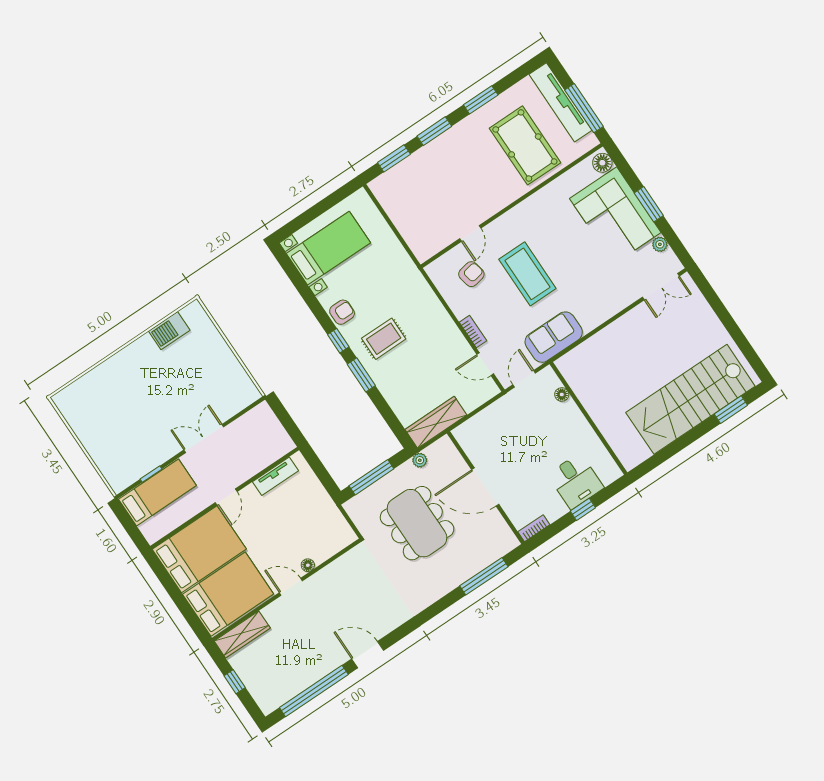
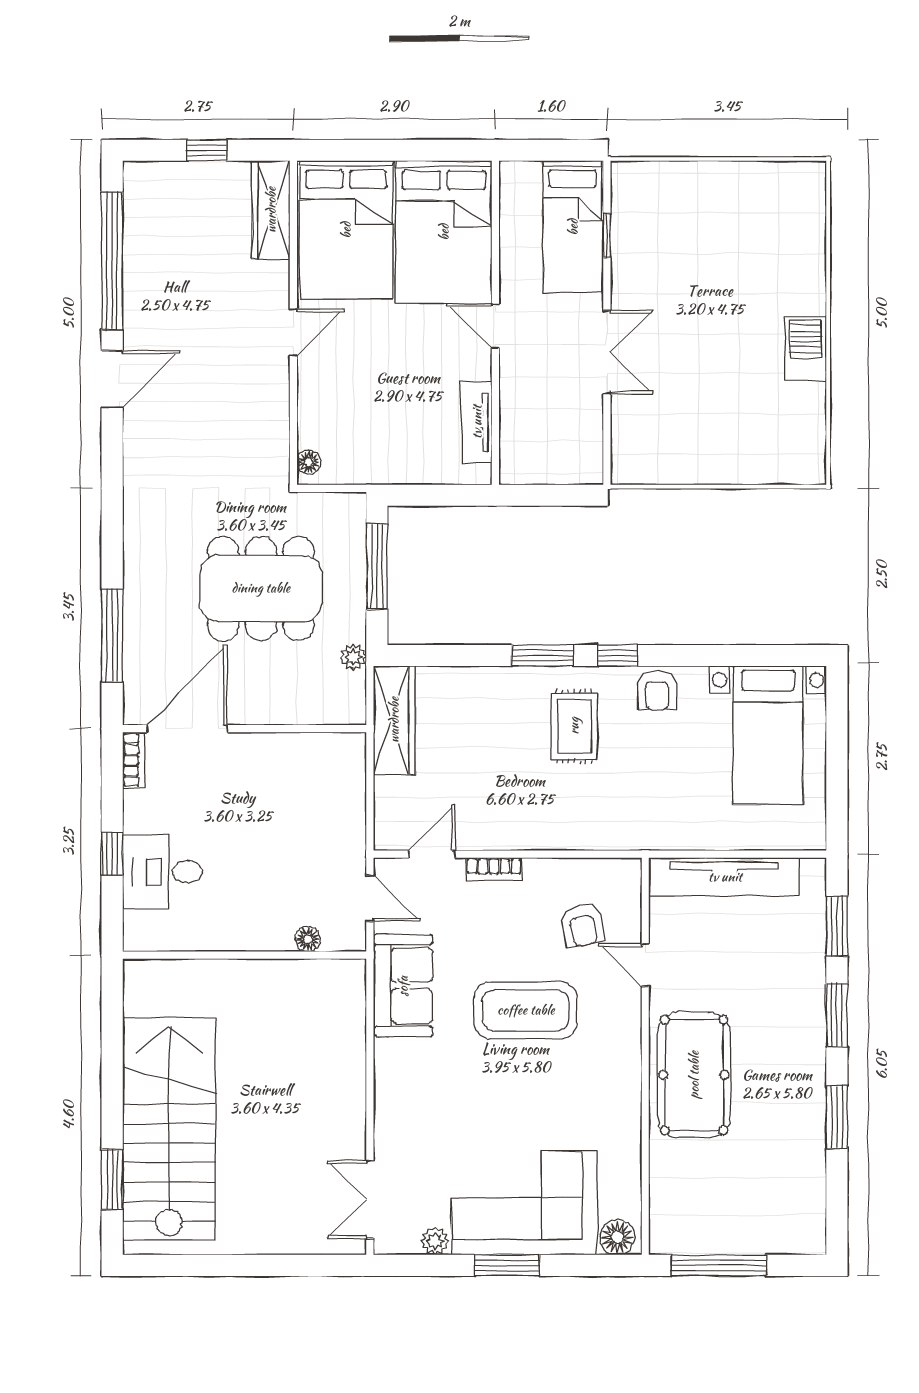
tv unit: (560, 102) -> (725, 877), moved, turned 180
pool table: (525, 145) -> (694, 1075), moved, turned 90
barbecue: (169, 331) -> (806, 349), moved
door: (485, 487) -> (187, 729), moved
floor lamp: (308, 565) -> (309, 462), moved

